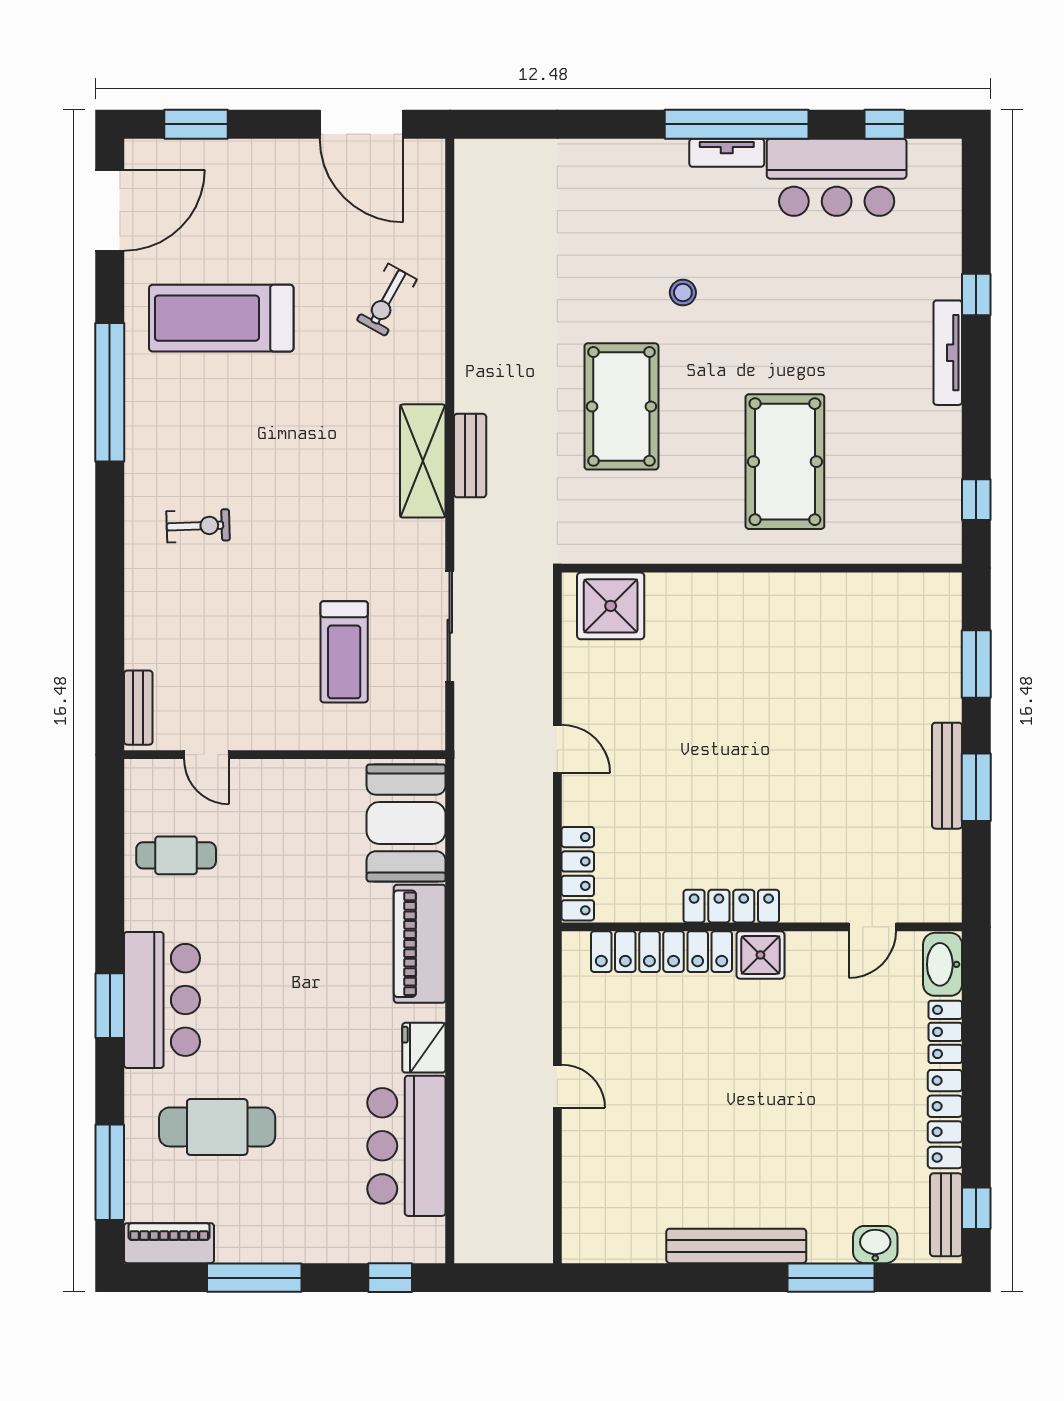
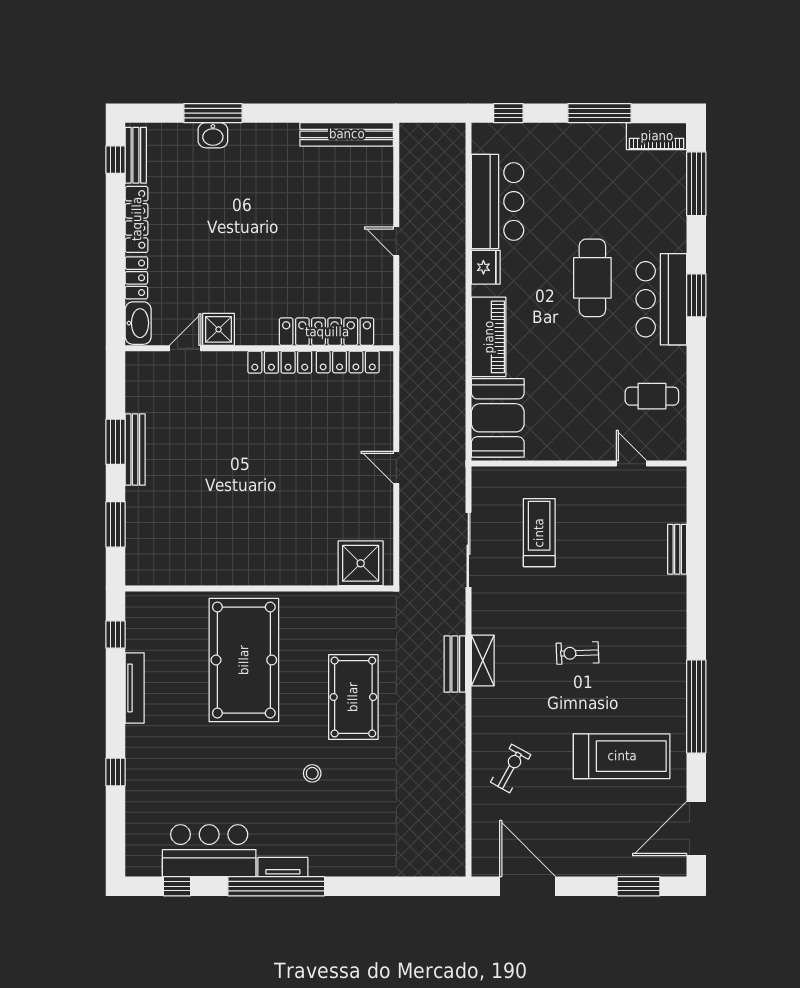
tv unit: (948, 353) -> (135, 688), moved
shelving: (423, 461) -> (483, 660), width x0.67, depth x0.75
pool table: (785, 462) -> (244, 660), width x1.36, depth x1.32
exercise bike: (198, 526) -> (577, 653), moved
bench: (138, 708) -> (677, 549), moved
locker: (578, 874) -> (348, 362), moved, turned -90
shower: (760, 955) -> (219, 329), moved
cafe table: (217, 1127) -> (592, 278), moved, turned 90
washbasin: (875, 1245) -> (213, 135), moved
bench: (736, 1246) -> (347, 134), moved

